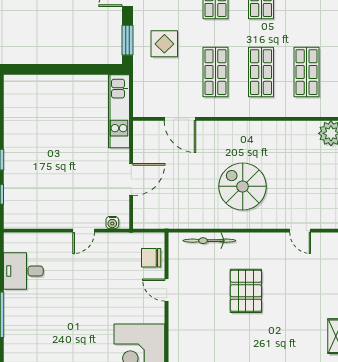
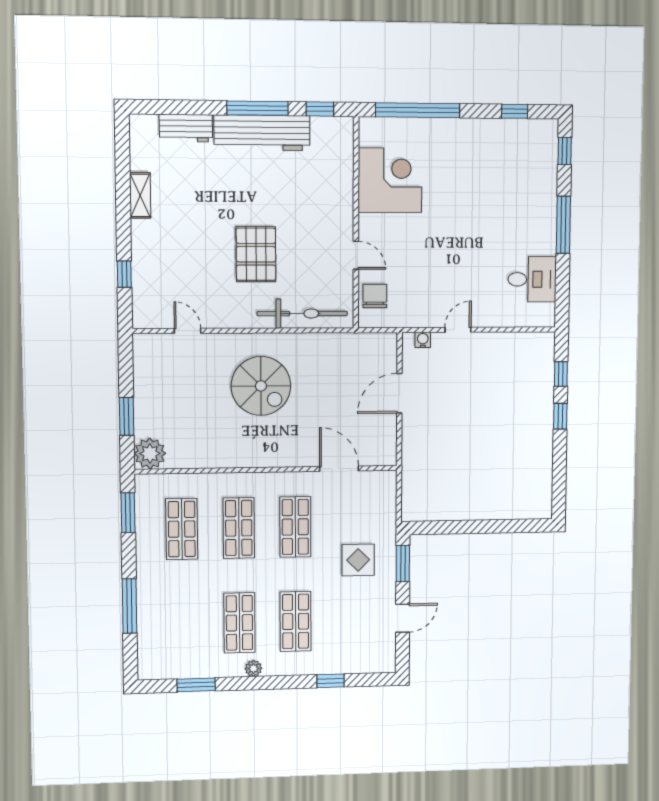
kitchen unit: (119, 111) -> (414, 477), removed
bicycle: (209, 241) -> (302, 314), width x1.37, depth x1.40
chair: (151, 258) -> (375, 296), turned -90

